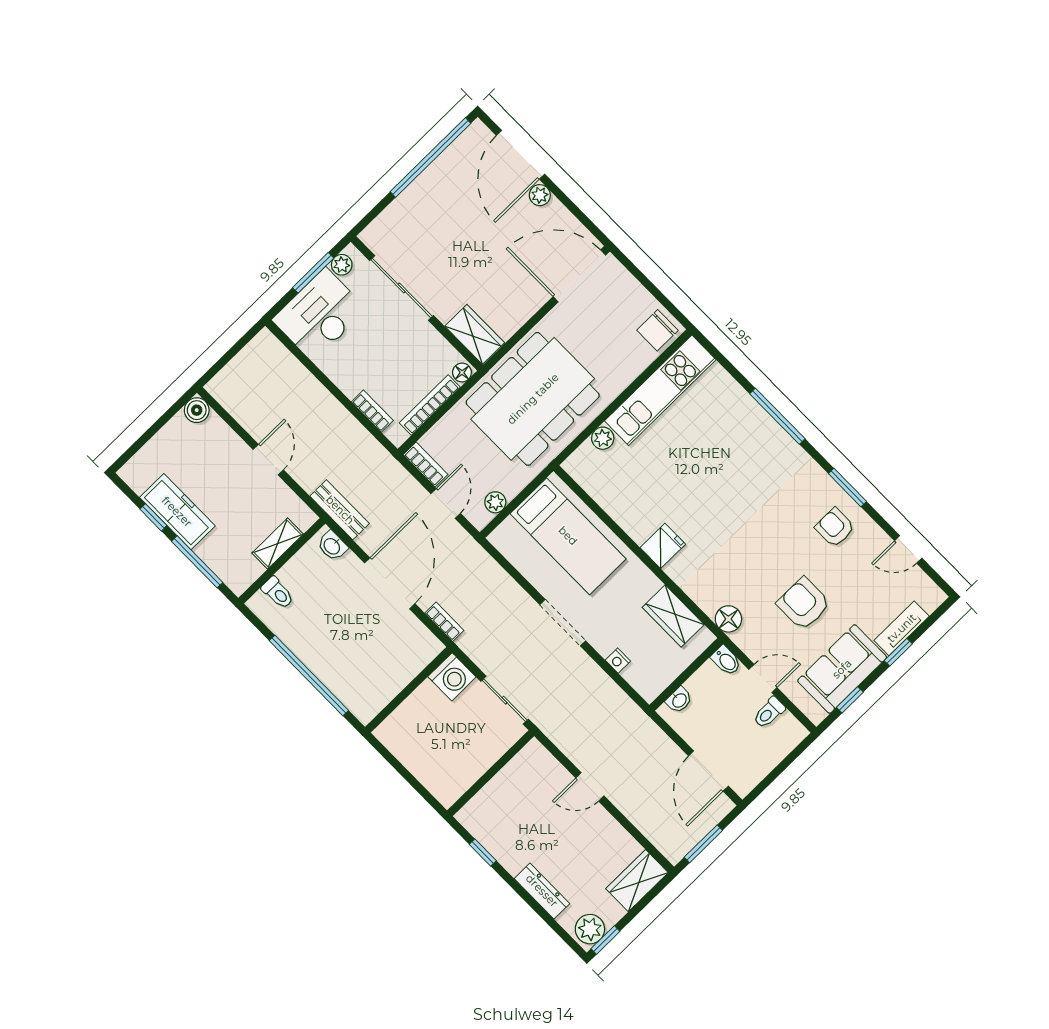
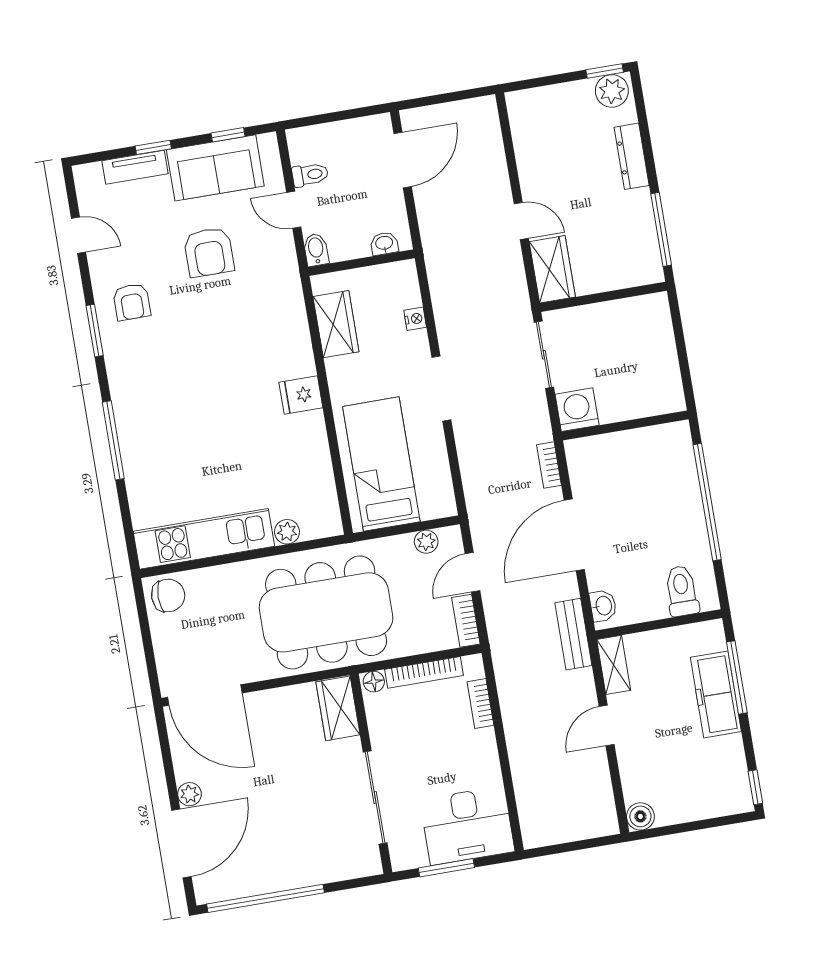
plant: (342, 265) -> (415, 857), removed
freezer: (177, 512) -> (716, 694), moved
window: (153, 517) -> (755, 787), moved
shelving: (278, 544) -> (614, 665), moved, turned 90
toilet: (278, 593) -> (682, 591), width x1.37, depth x1.39
floor lamp: (728, 619) -> (287, 286), removed
window: (703, 844) -> (454, 97), removed
window: (483, 852) -> (661, 229), width x2.17
wardrobe: (637, 881) -> (552, 269), moved, turned -90

